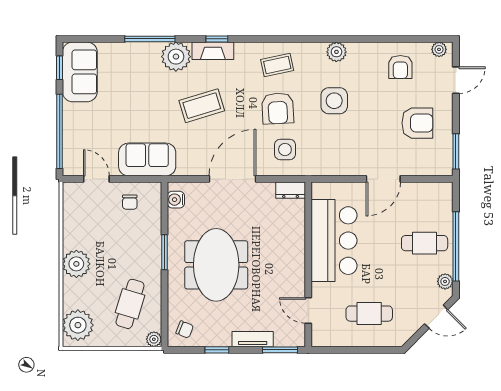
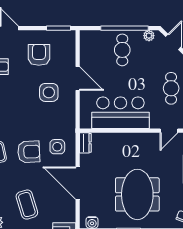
side table: (334, 101) -> (49, 92), moved
meeting table: (216, 265) -> (137, 194), turned 90

